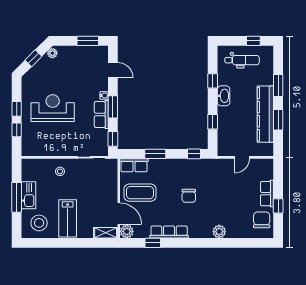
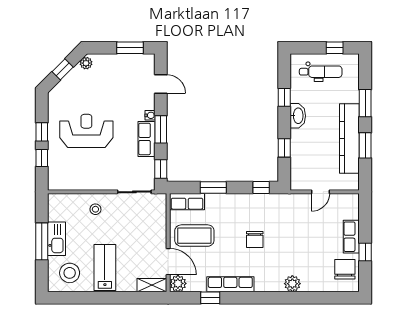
lab bench: (68, 218) -> (105, 267), turned 180

